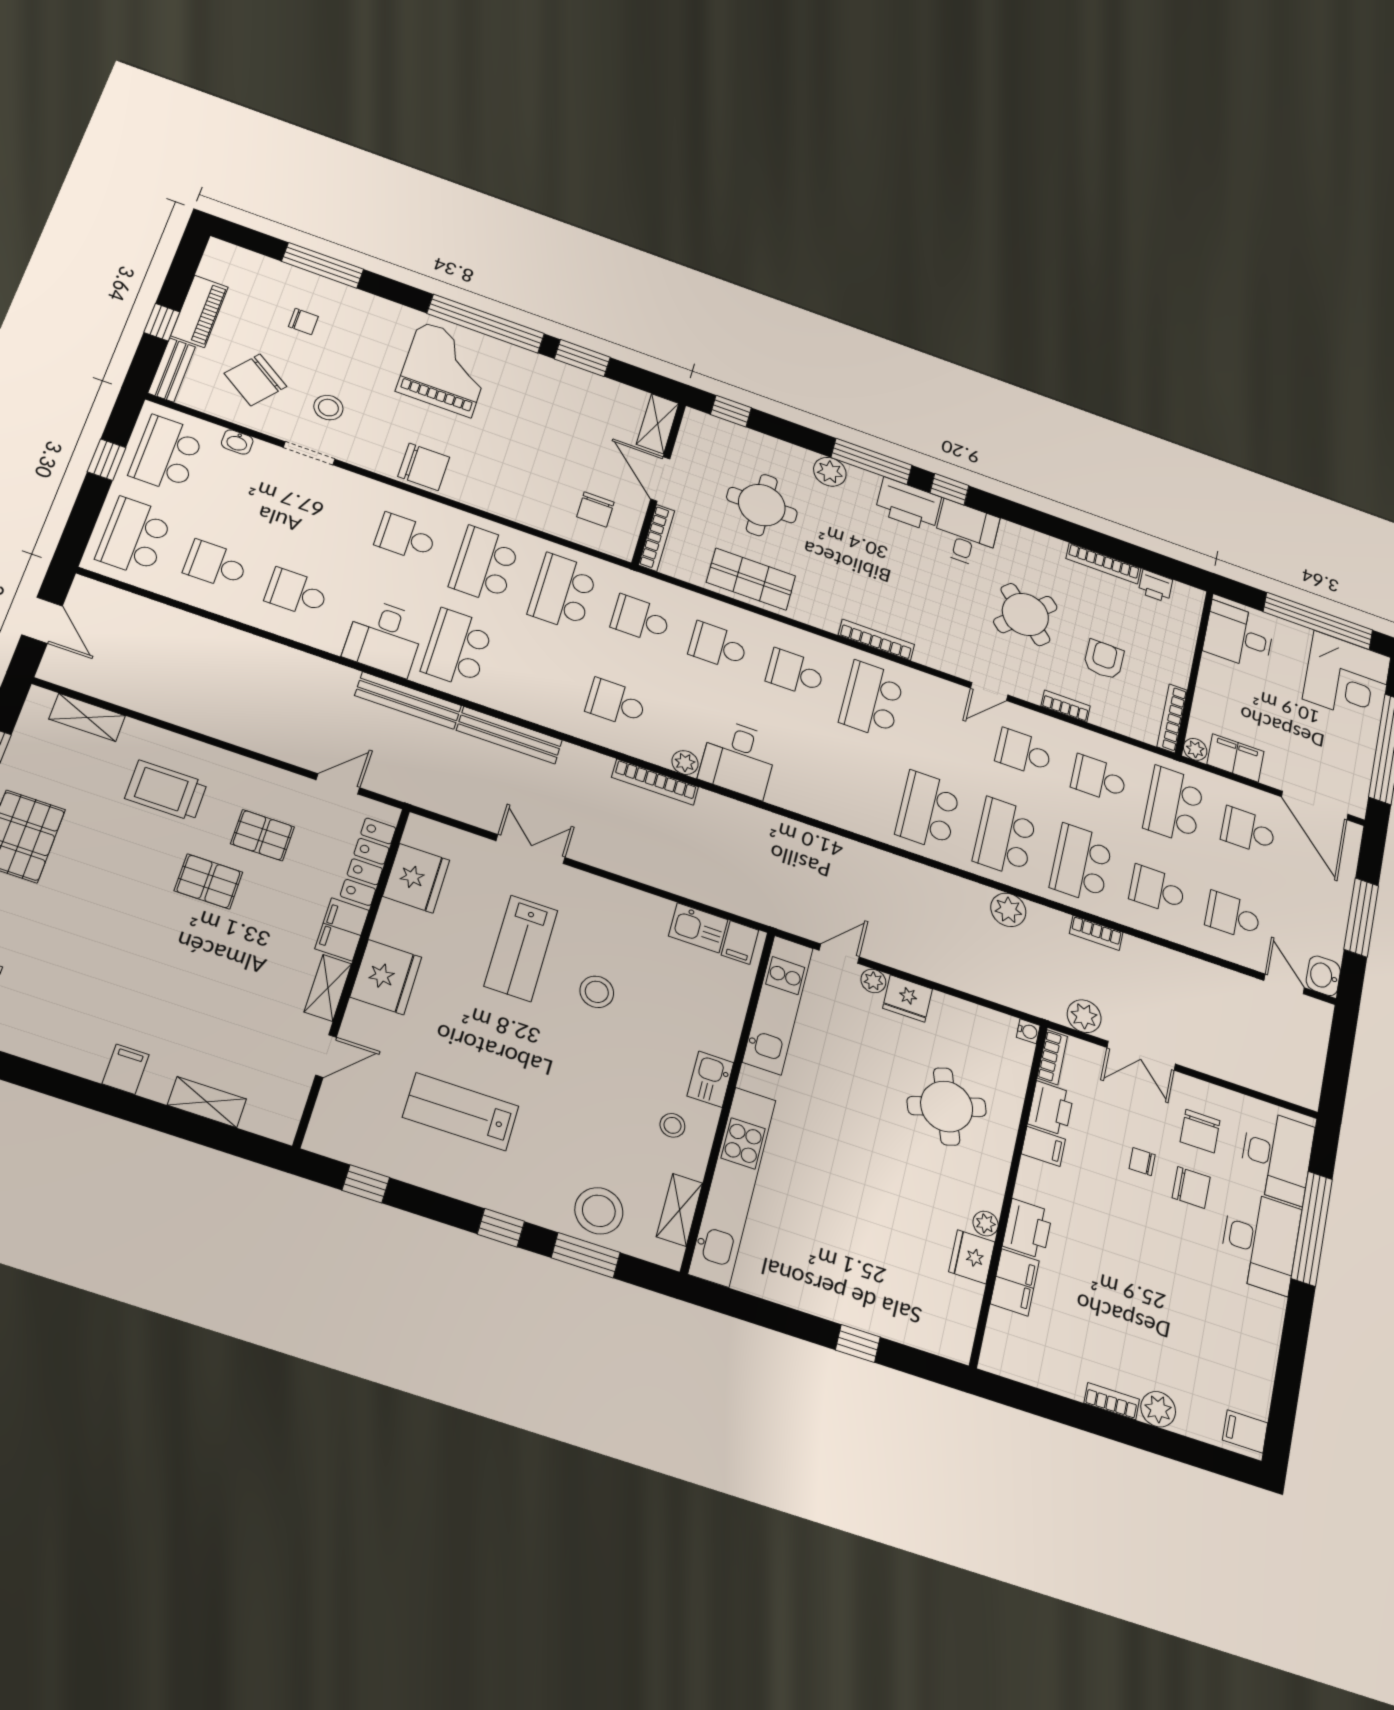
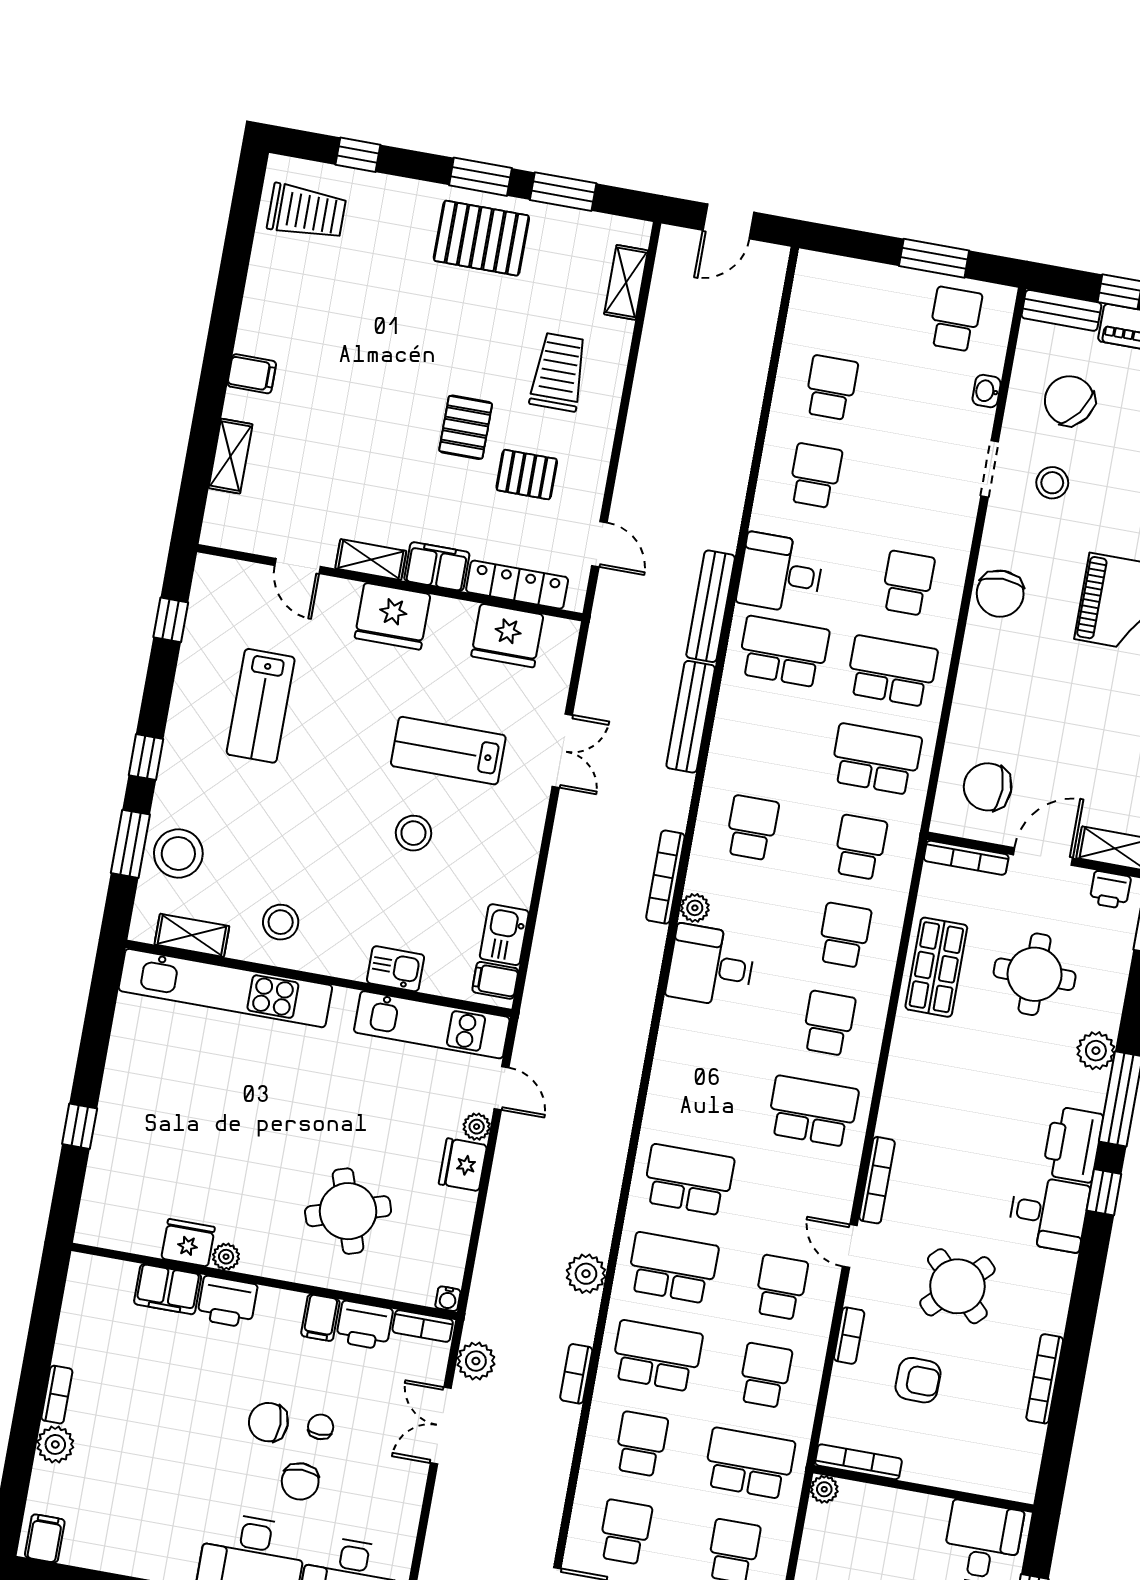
school desk: (166, 454) -> (955, 319), width x0.54
window: (107, 460) -> (934, 258), width x1.50
chair: (595, 509) -> (988, 787), width x1.37, depth x1.37
school desk: (134, 537) -> (847, 300), removed
printer: (1155, 586) -> (1110, 890), moved, turned -90
bookcase: (876, 640) -> (877, 1180), moved
filing cabinet: (1235, 758) -> (823, 1537), removed
pallet: (262, 835) -> (527, 475), turned 90
kitchen sink: (710, 1079) -> (396, 969), moved
lab bench: (461, 1112) -> (261, 706), turned 180
stool: (672, 1125) -> (281, 922), width x1.37, depth x1.37
chair: (1200, 1131) -> (268, 1422), moved

